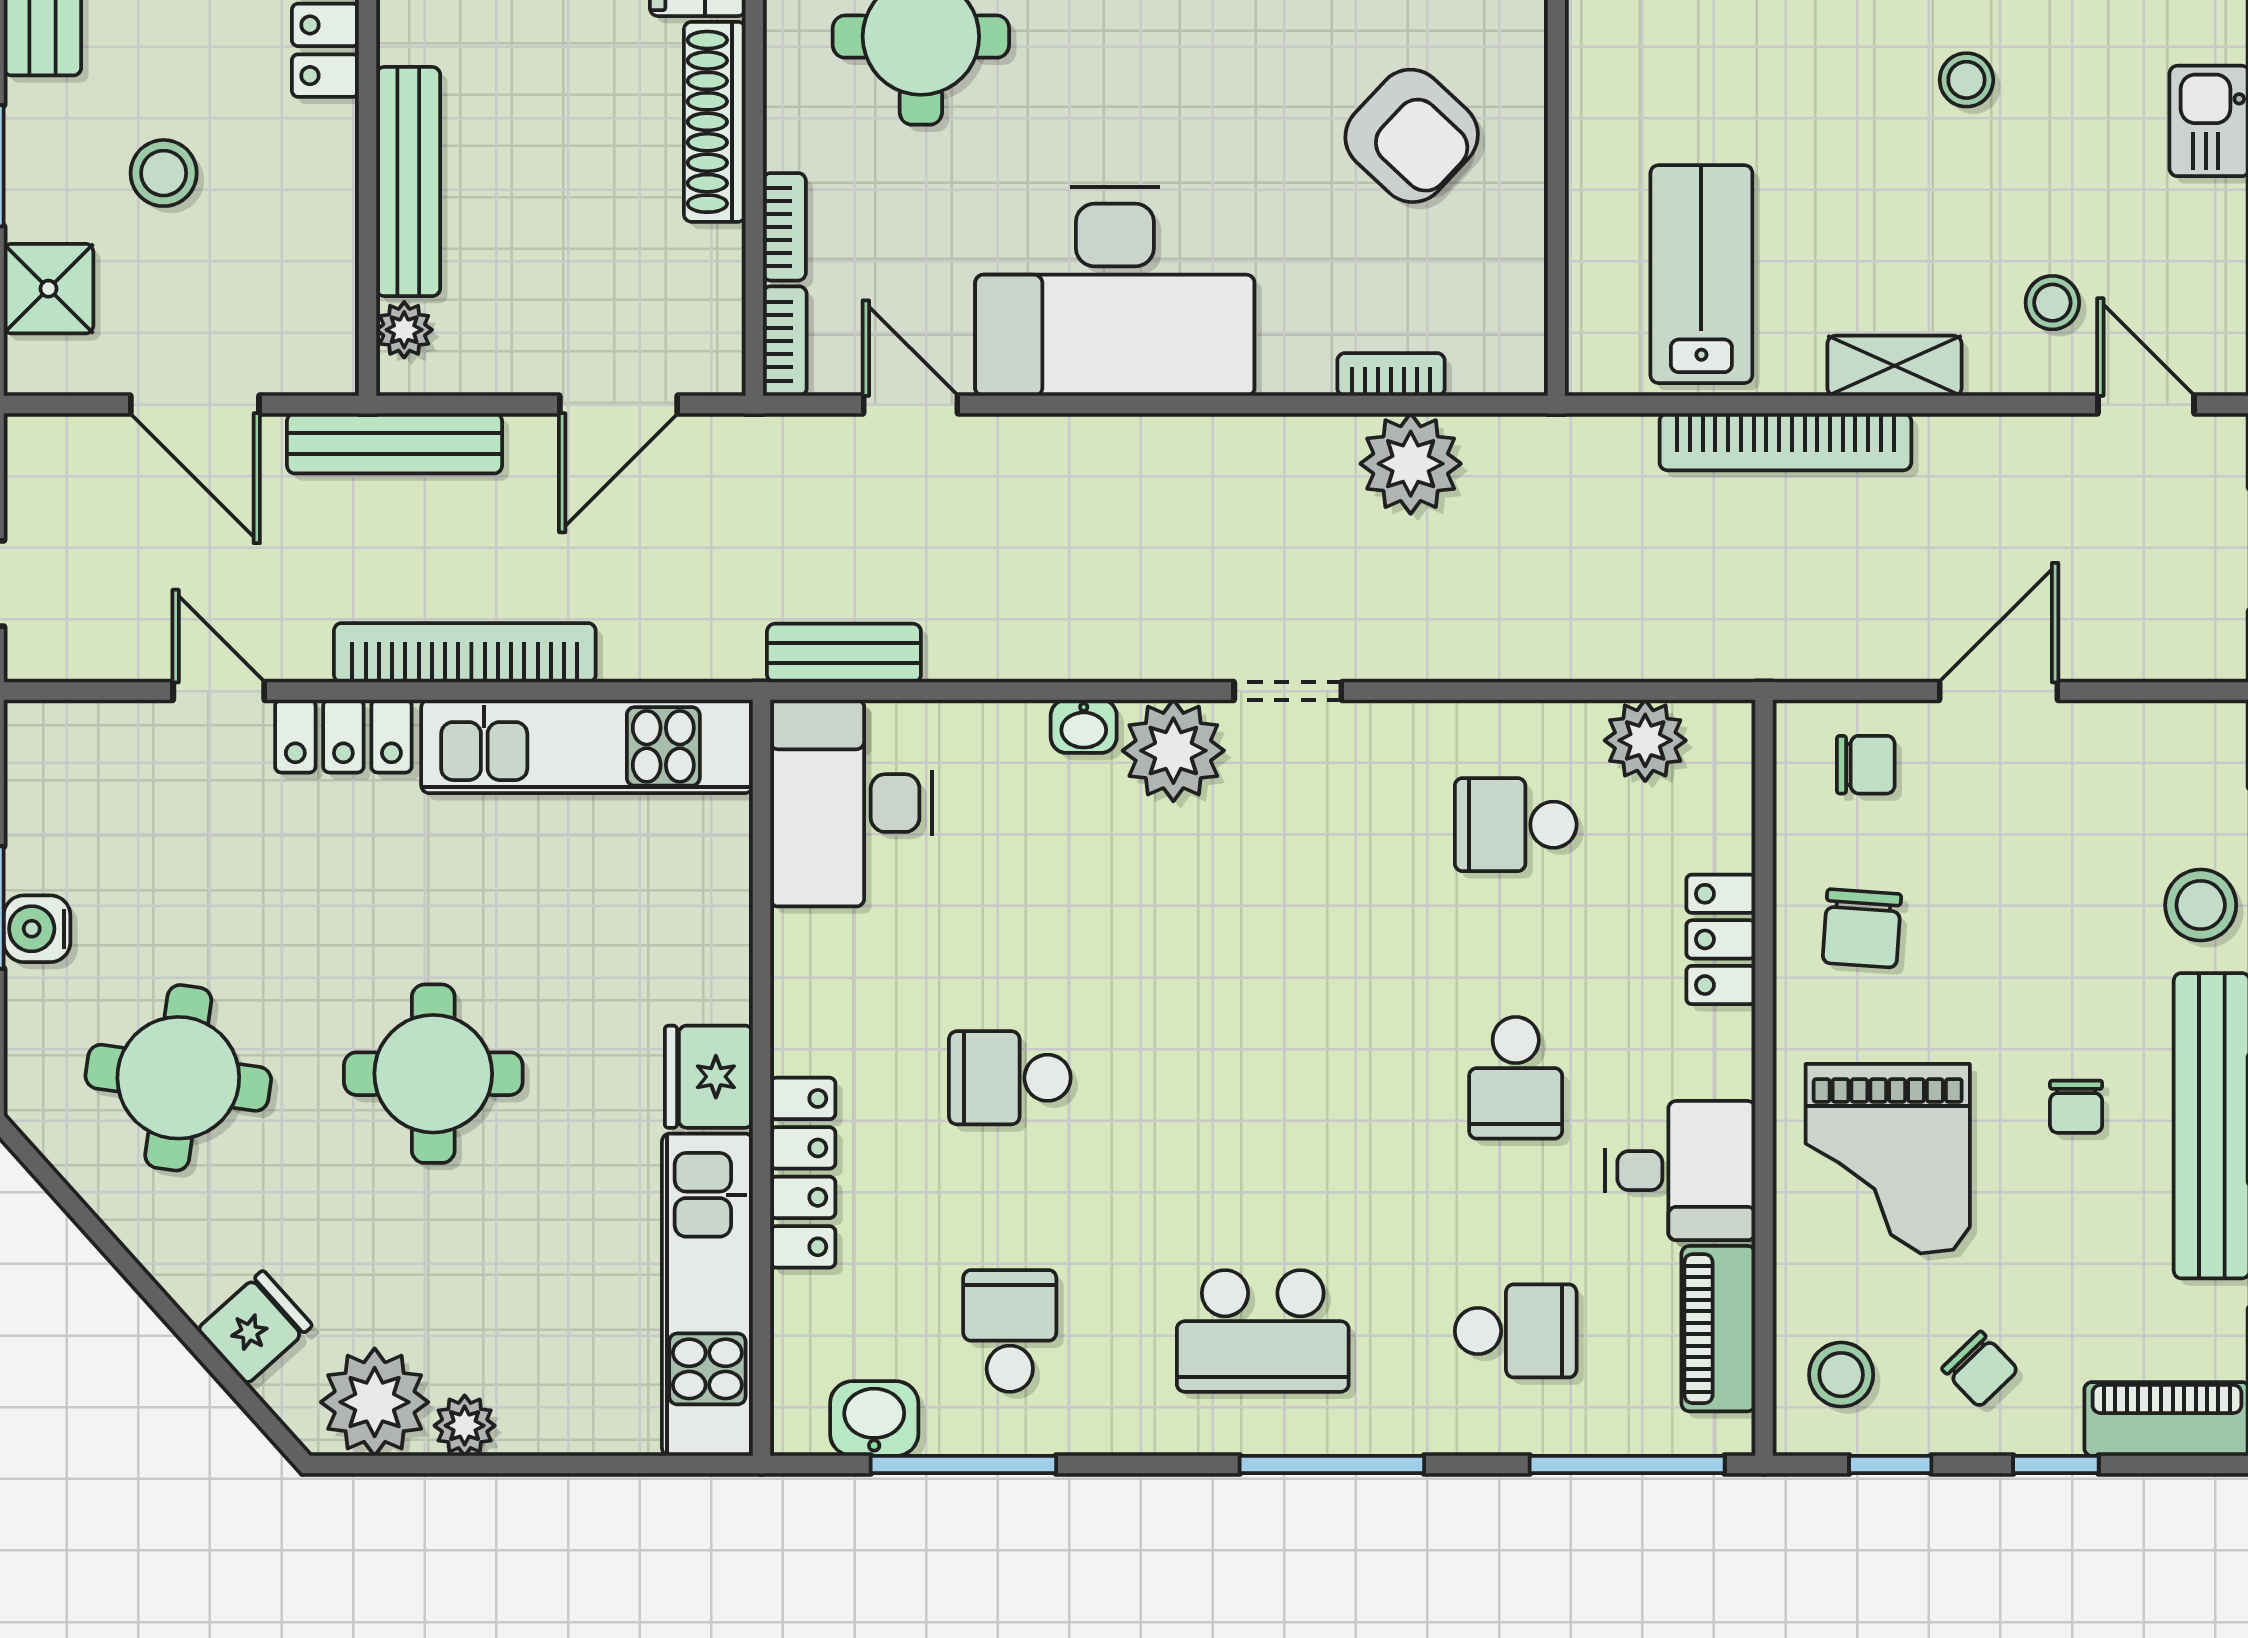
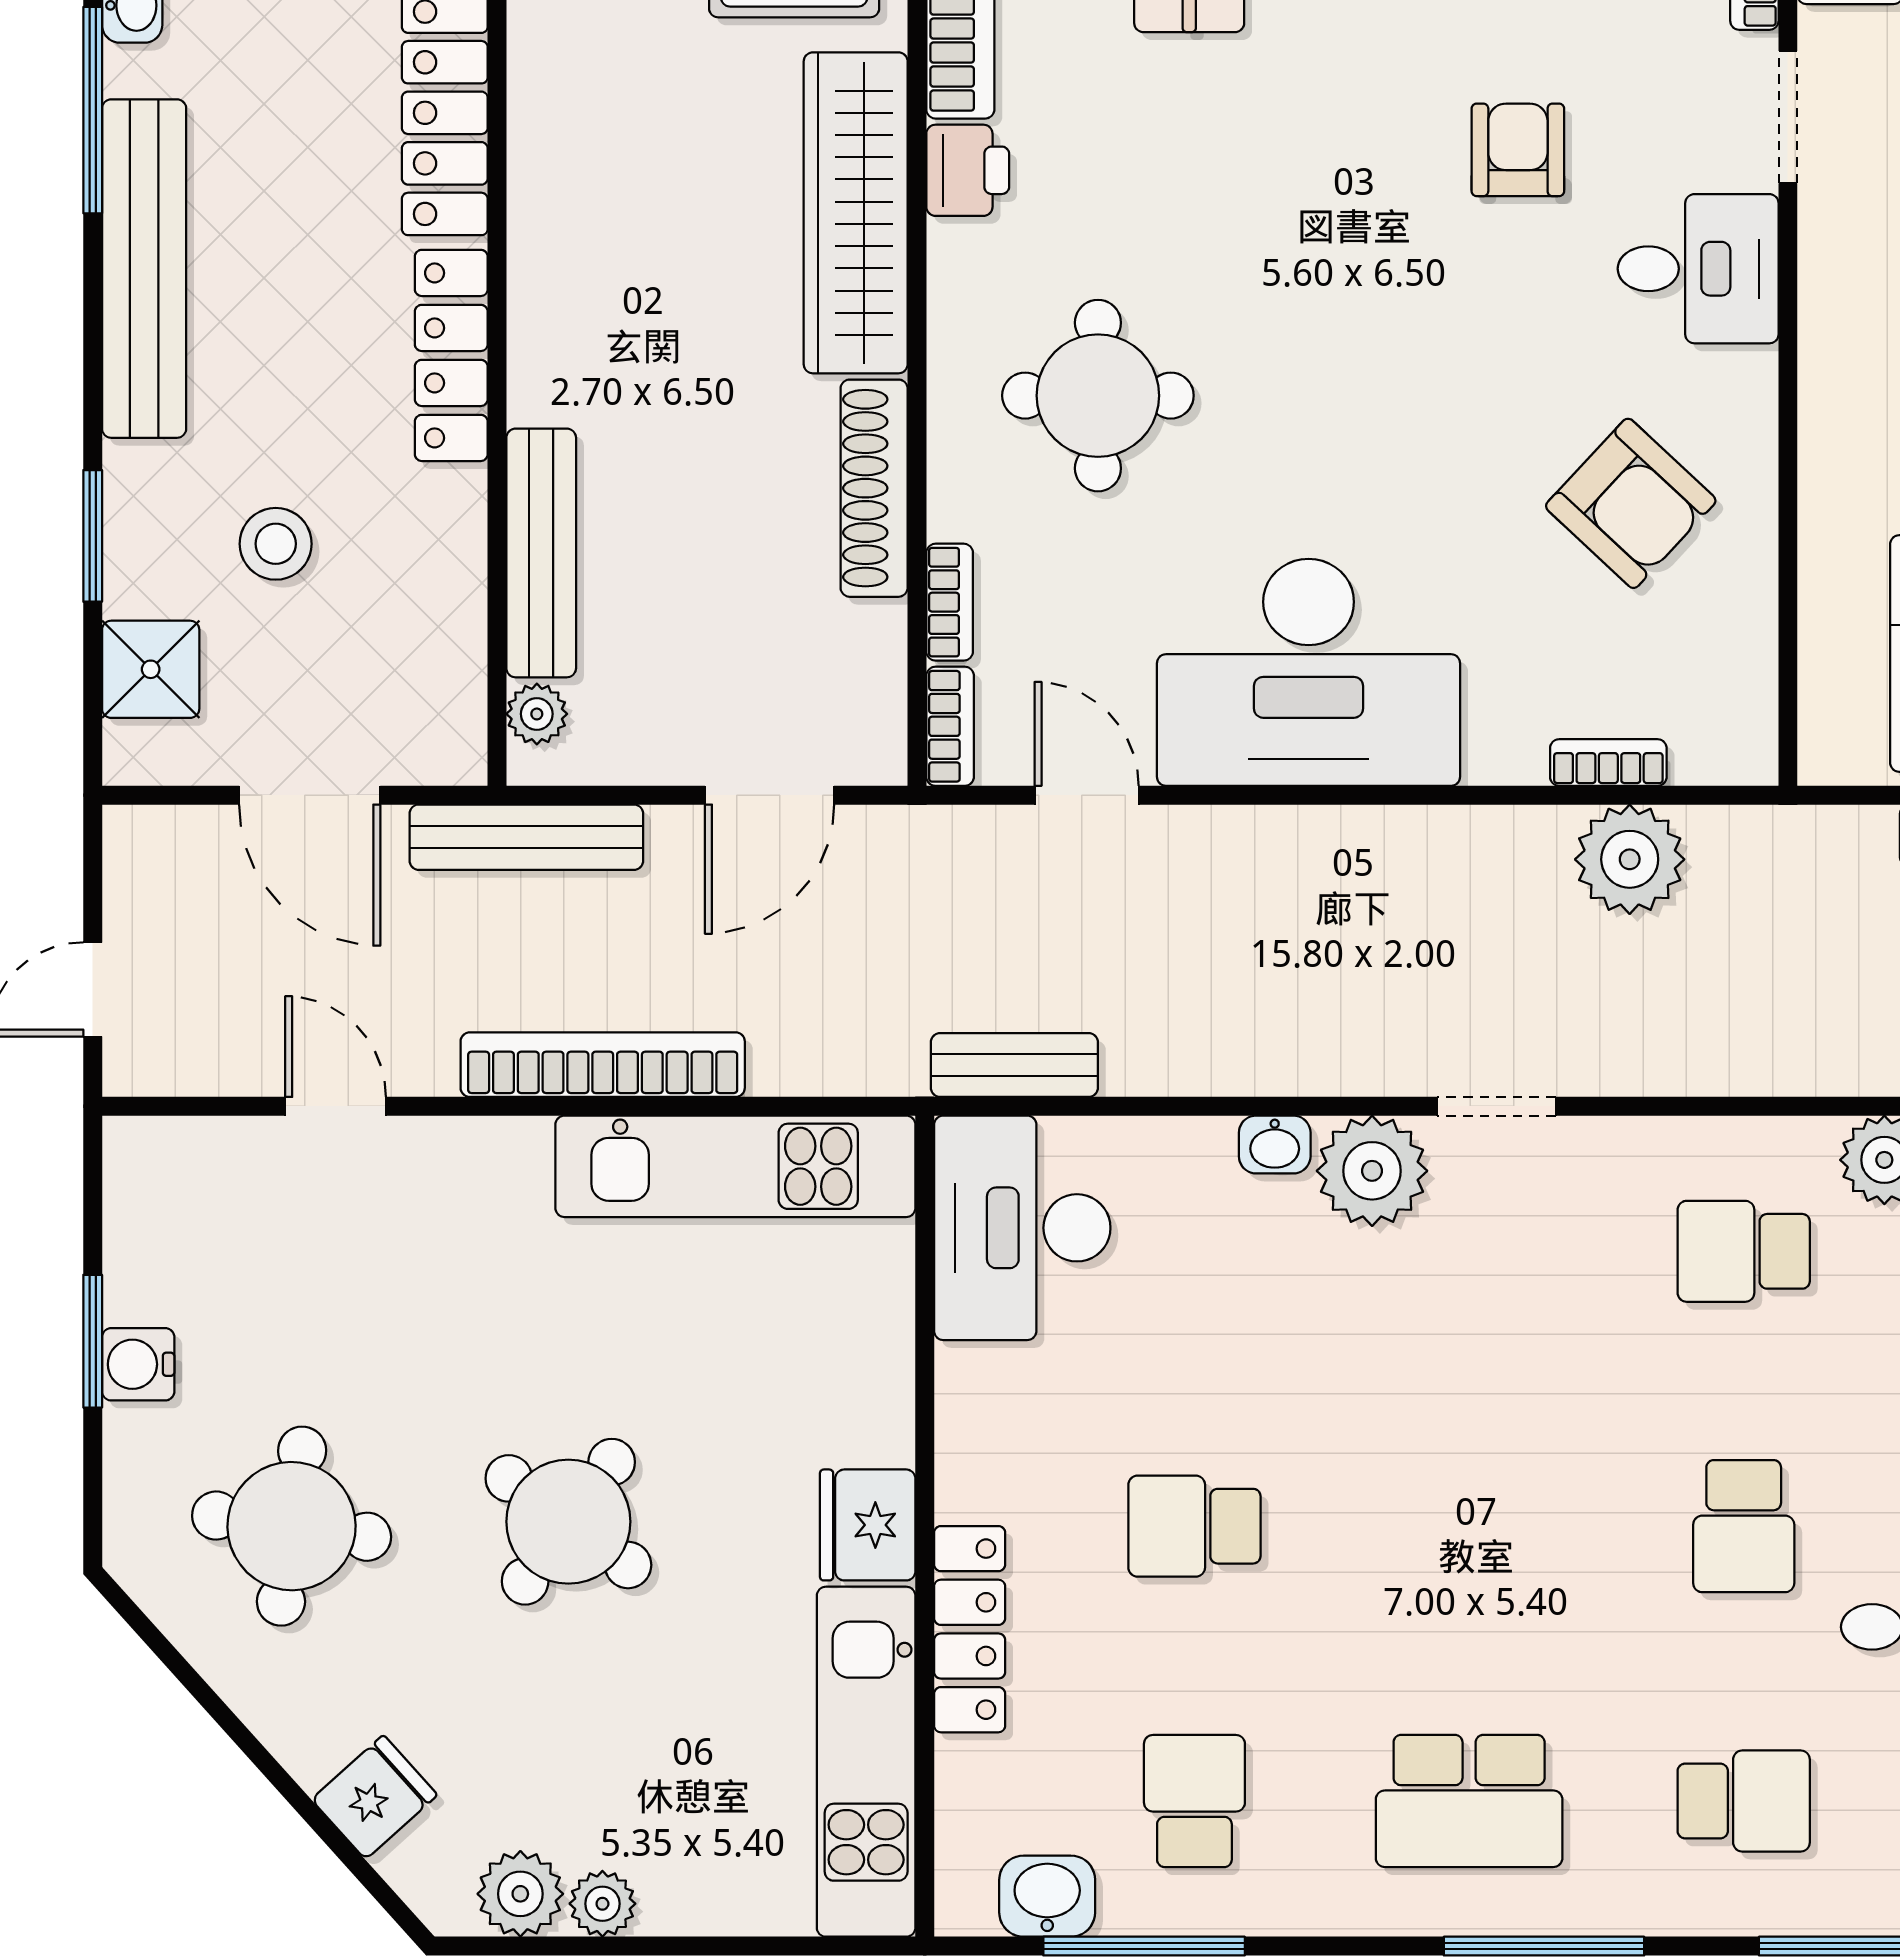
locker: (343, 736) -> (471, 1155), removed
round table: (433, 1074) -> (568, 1522), turned 36
plant: (375, 1402) -> (520, 1894), width x0.73, depth x0.73

